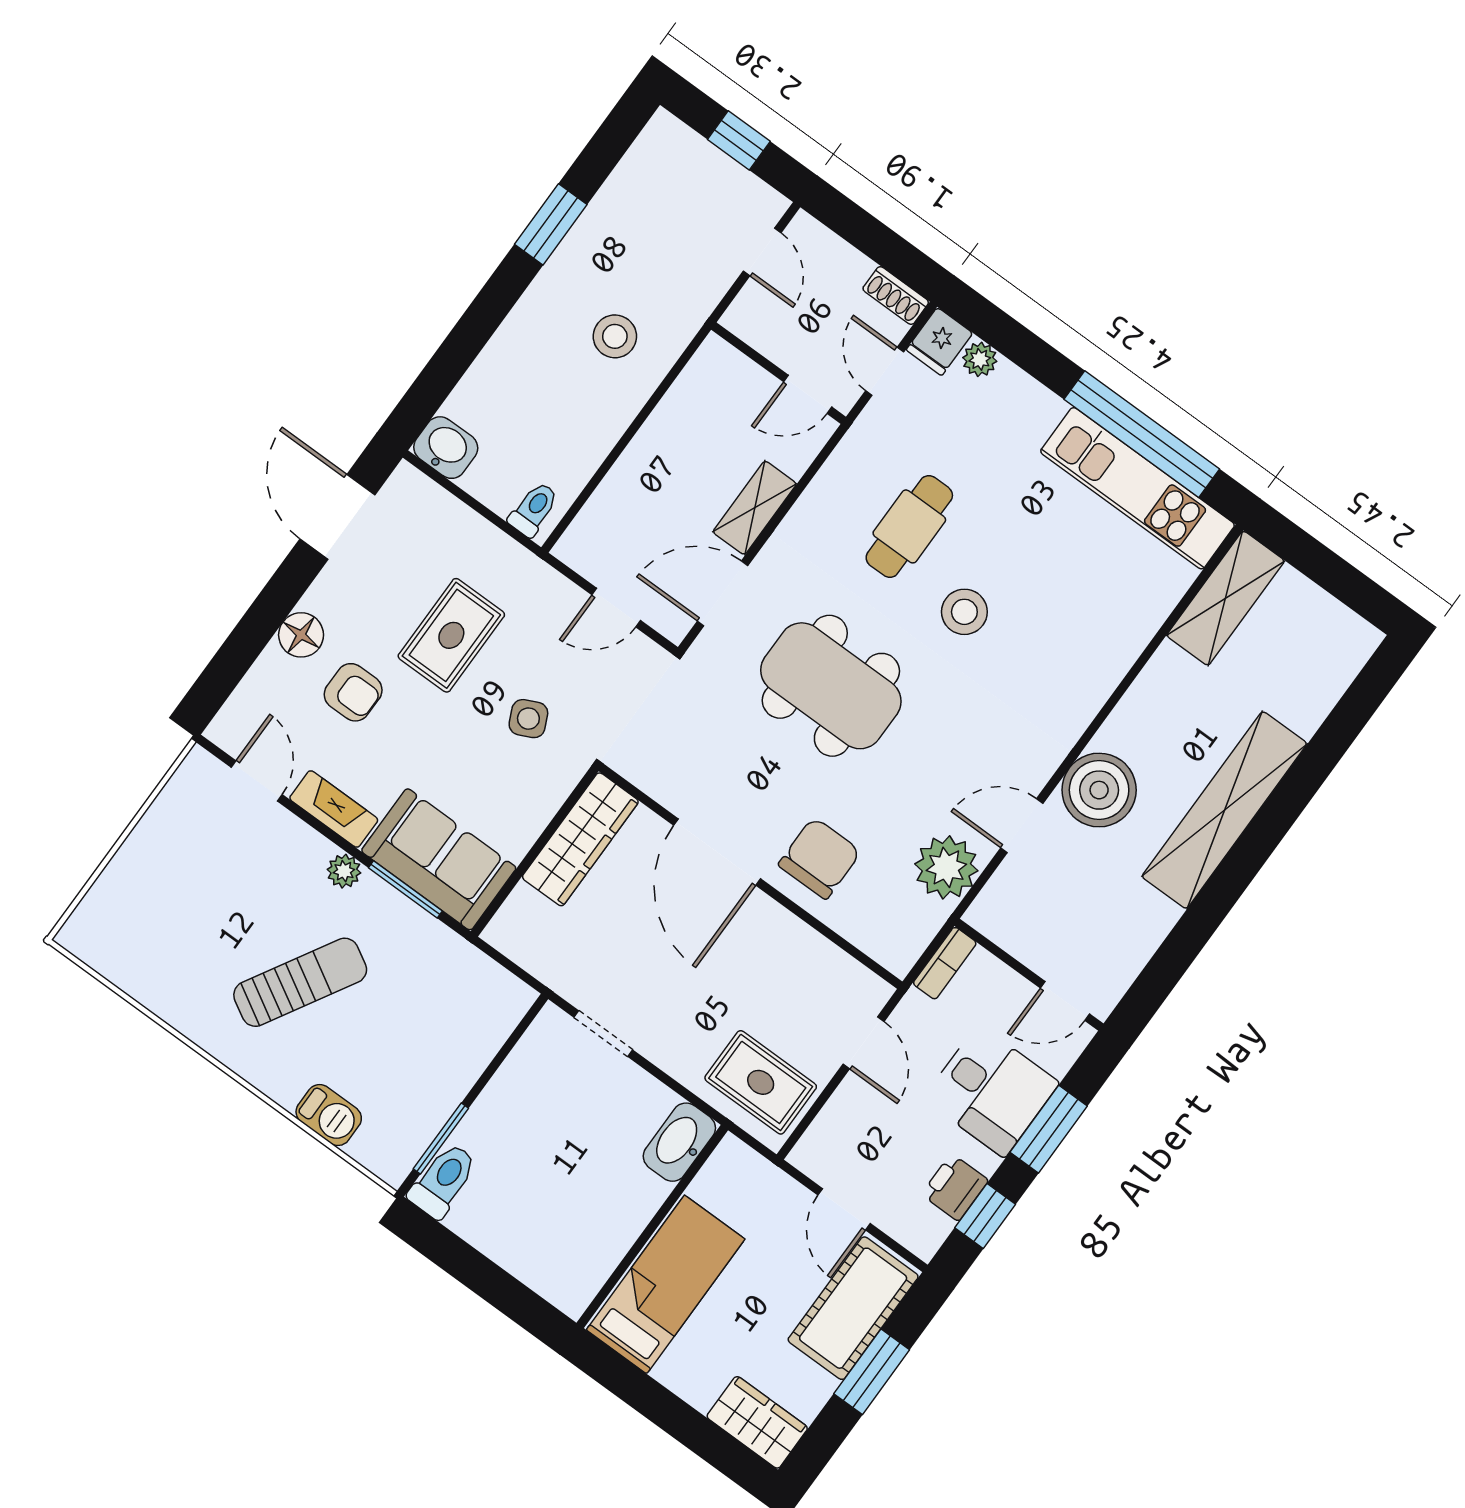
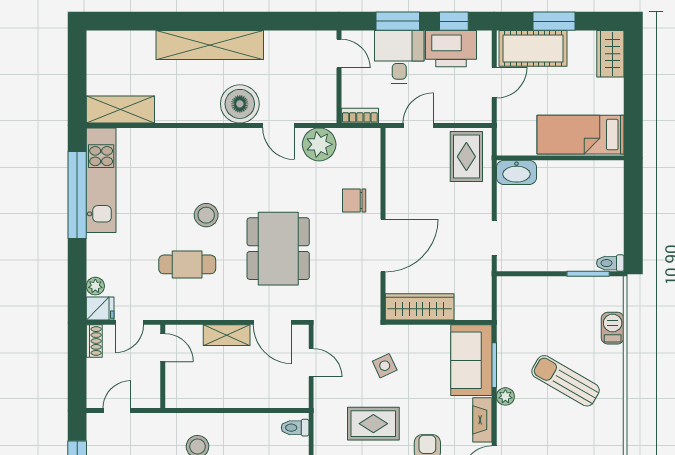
chair: (820, 858) -> (354, 200), width x0.73, depth x0.73
toilet: (443, 1181) -> (610, 263), width x0.73, depth x0.72
printer: (955, 1187) -> (451, 49), width x1.87, depth x1.48

